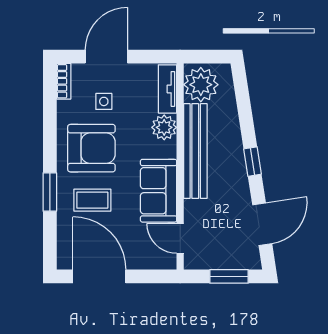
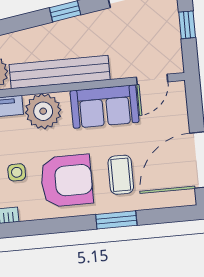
plant: (164, 127) -> (43, 111), width x1.36, depth x1.36
armchair: (91, 148) -> (67, 181), turned 90
window: (229, 276) -> (187, 25), width x0.67

